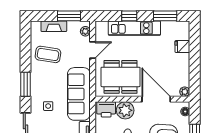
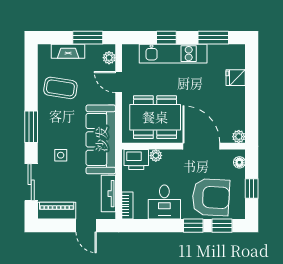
door: (93, 50) -> (119, 82), swing flipped
plant: (125, 110) -> (156, 155), width x0.53, depth x0.53

